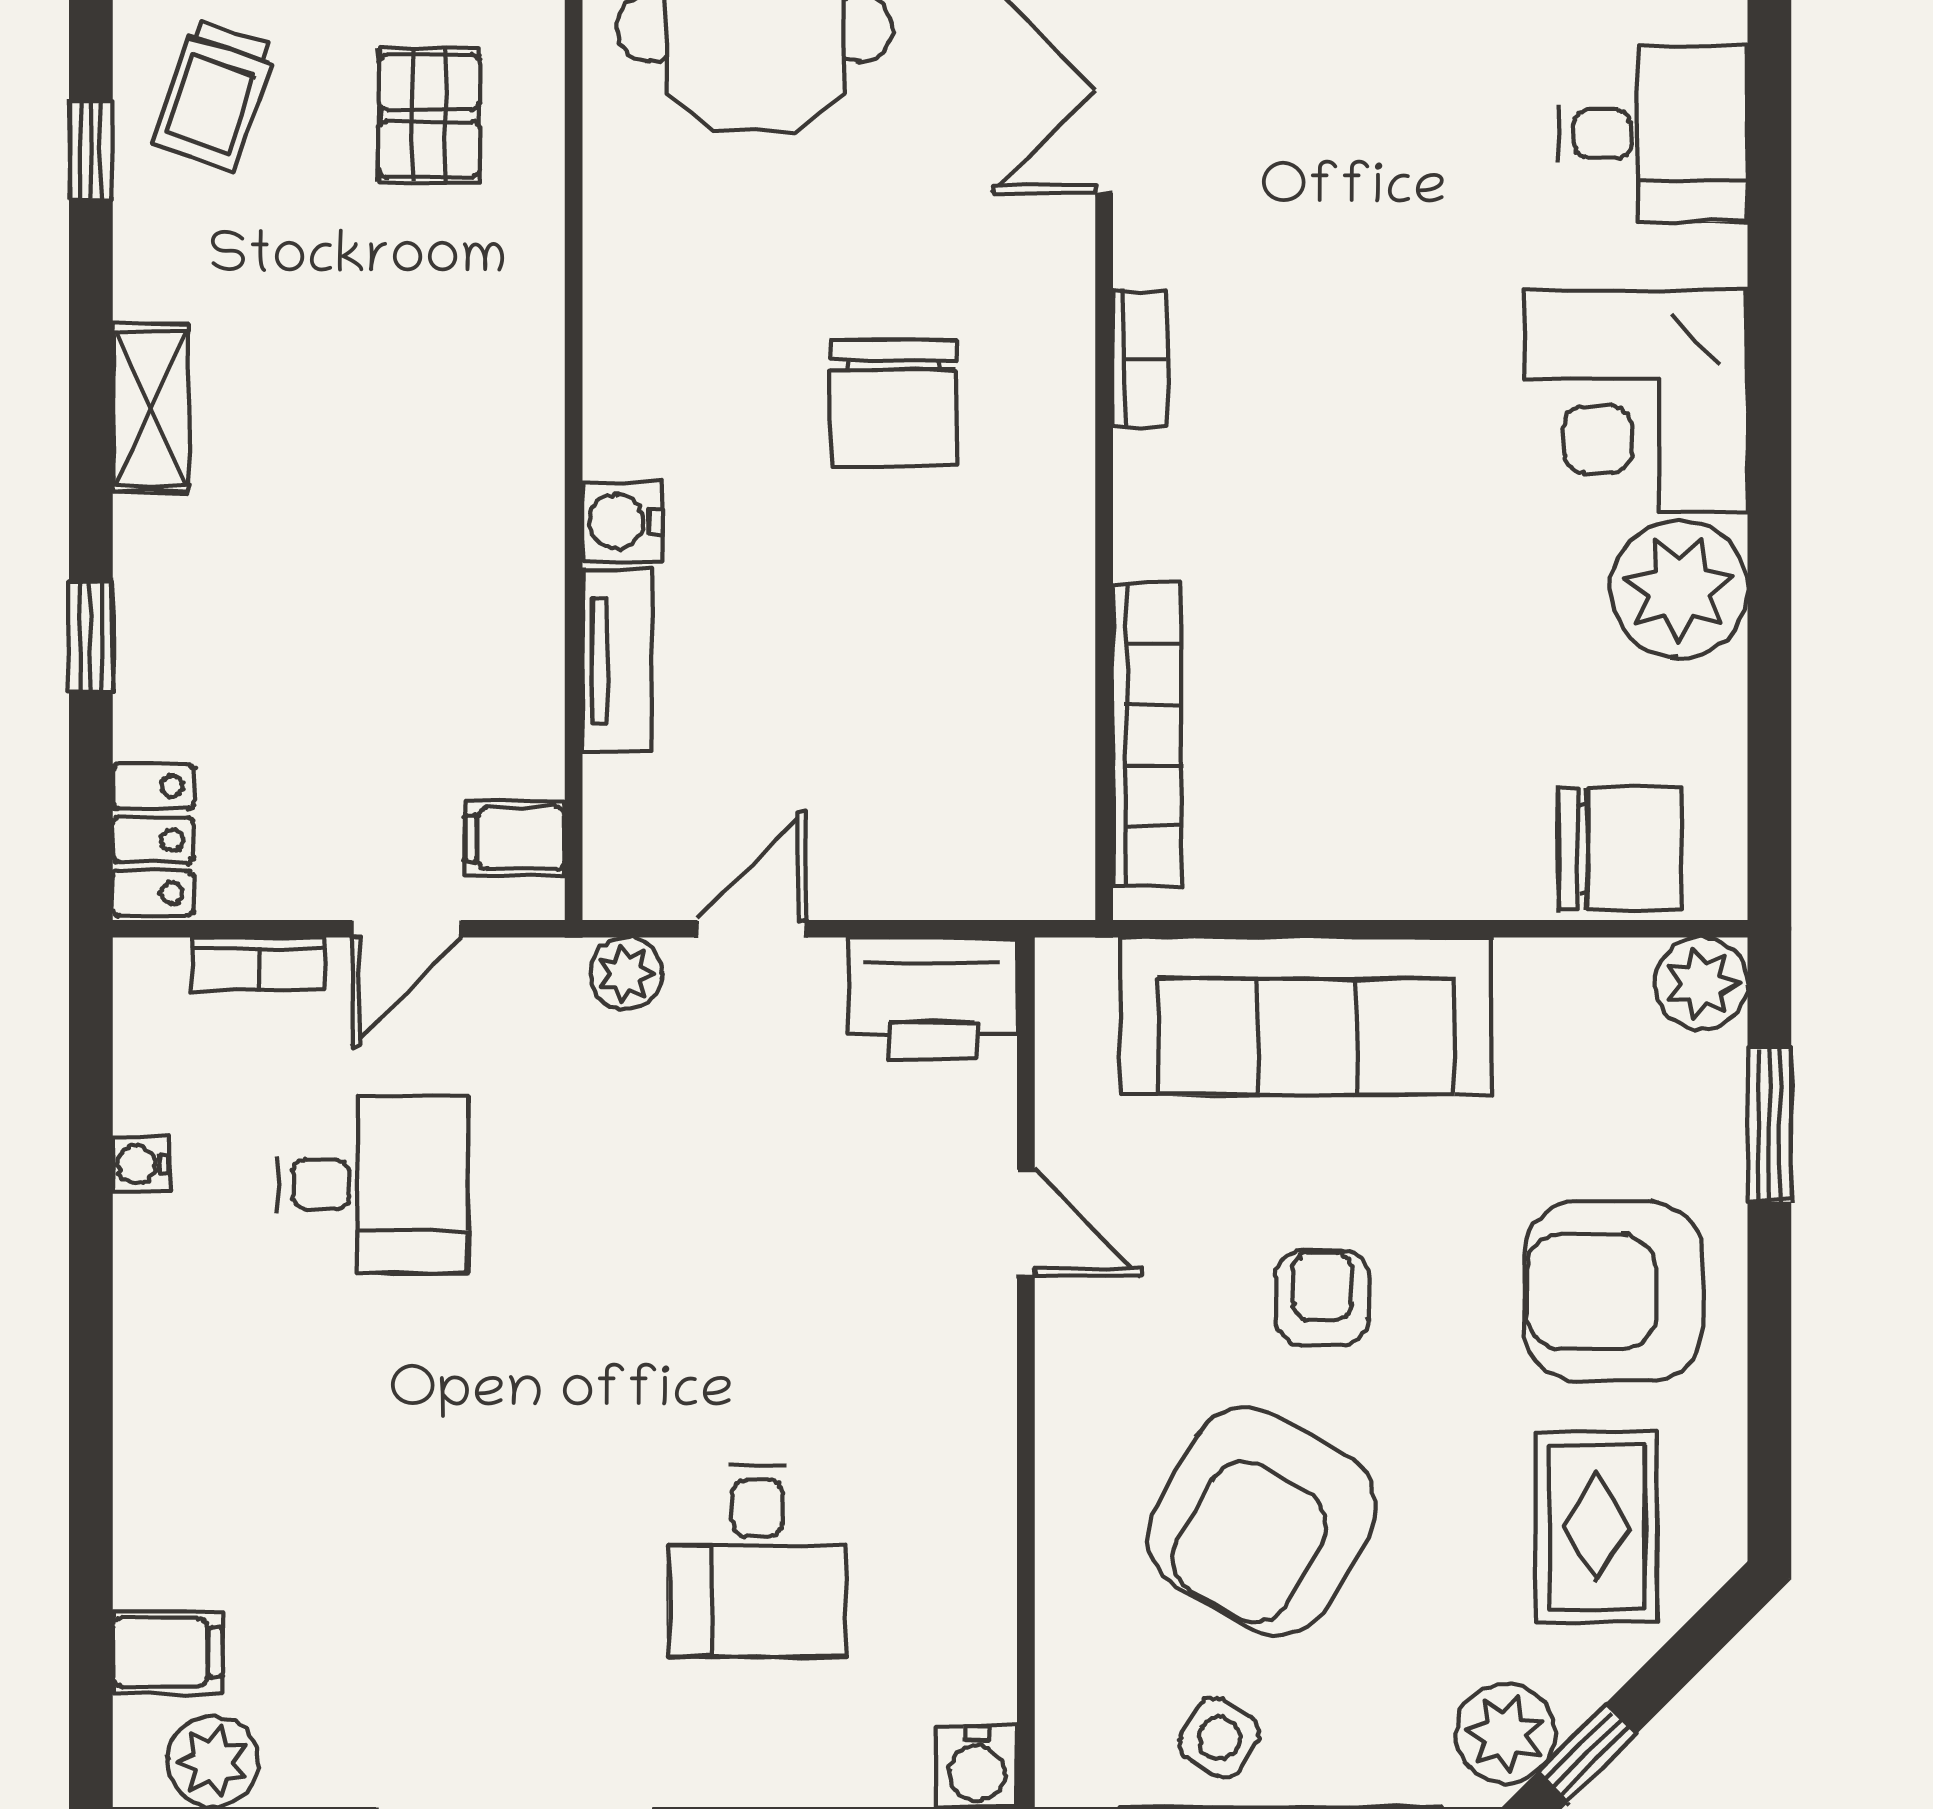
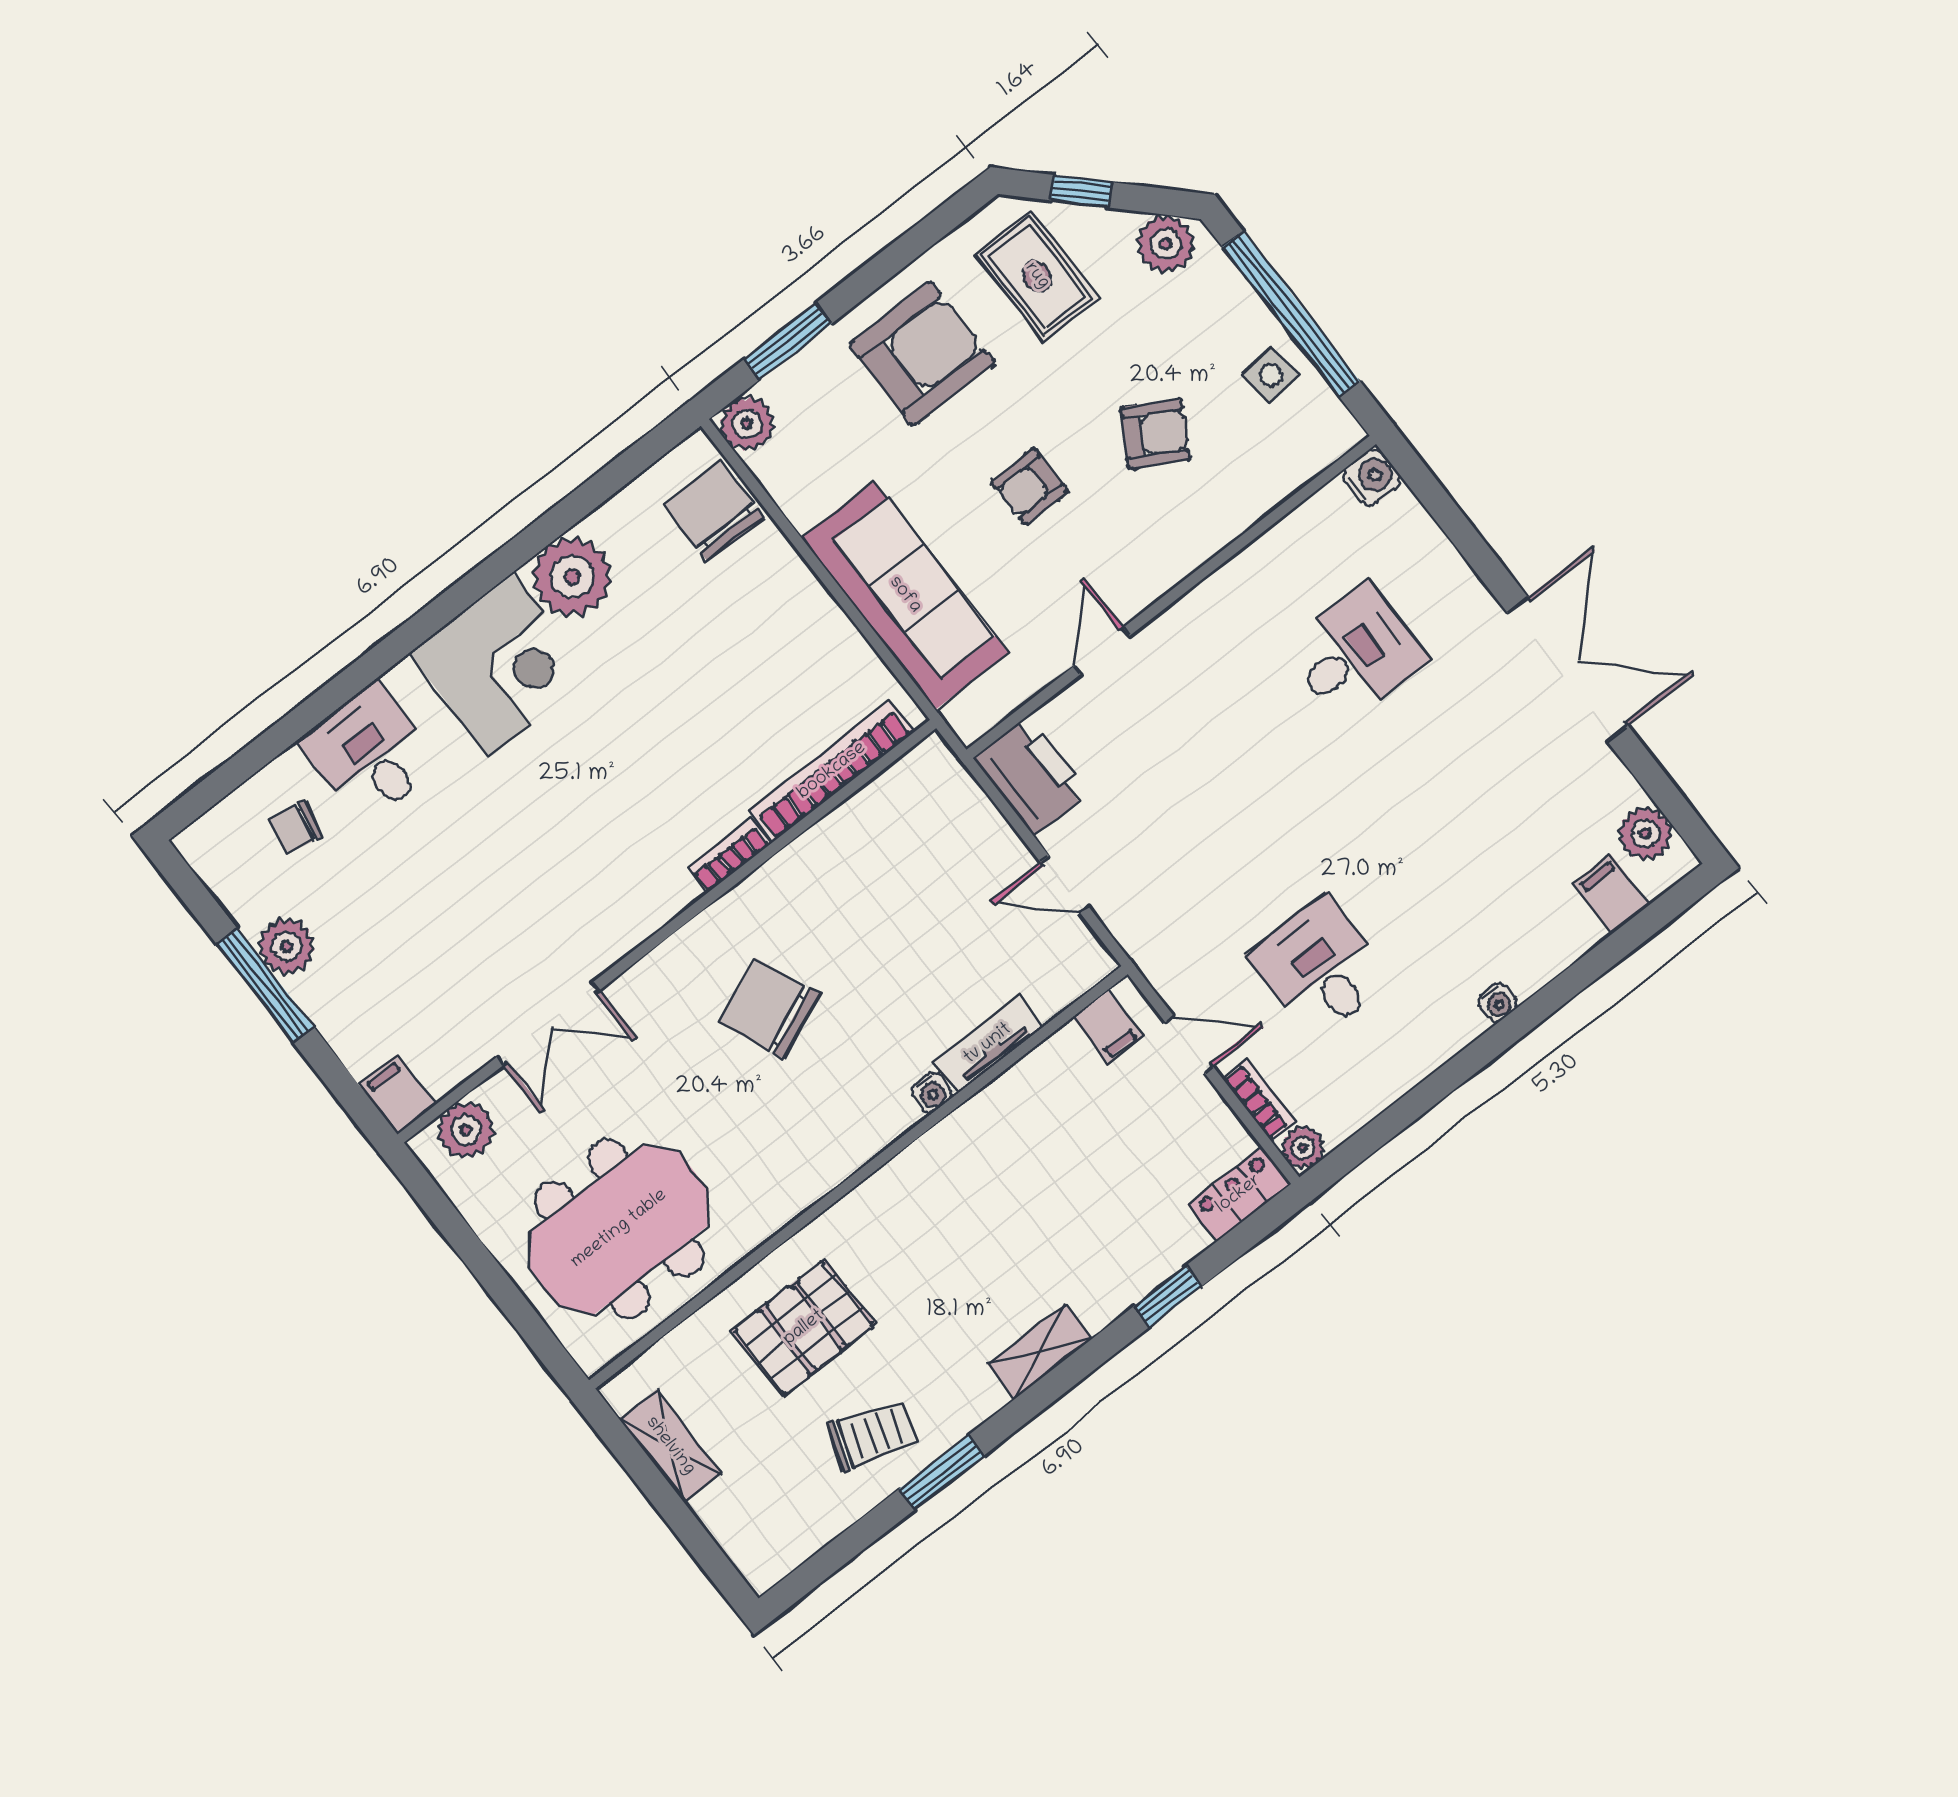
pallet: (429, 115) -> (804, 1328), width x1.50, depth x1.42
window: (91, 150) -> (942, 1472), width x1.50
bookcase: (1140, 359) -> (729, 856), moved
chair: (894, 403) -> (769, 1008), turned -113
water cooler: (622, 522) -> (931, 1092), width x0.72, depth x0.72
plant: (626, 973) -> (1303, 1148), moved
water cooler: (141, 1164) -> (1497, 1003), moved
armchair: (1613, 1292) -> (922, 354), turned -90
armchair: (1262, 1521) -> (1155, 434), width x0.53, depth x0.53
rug: (1596, 1527) -> (1037, 276), turned 90
side table: (1219, 1738) -> (1271, 375), turned -37
window: (1587, 1753) -> (1081, 191), moved

